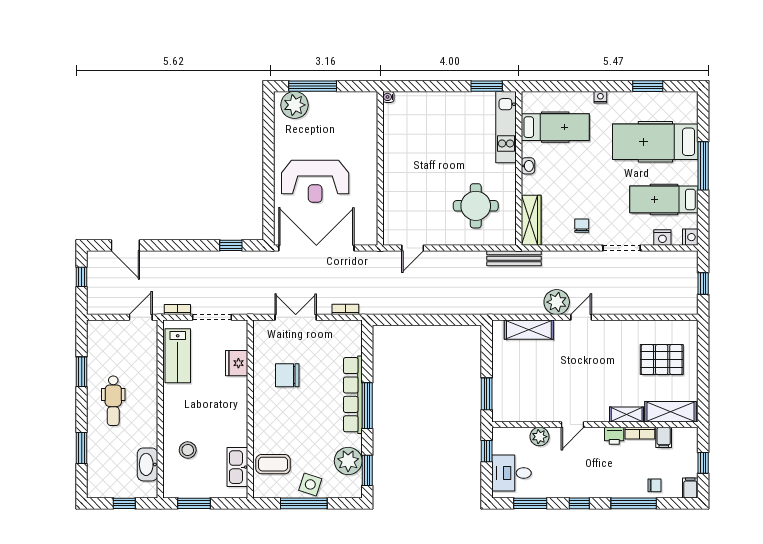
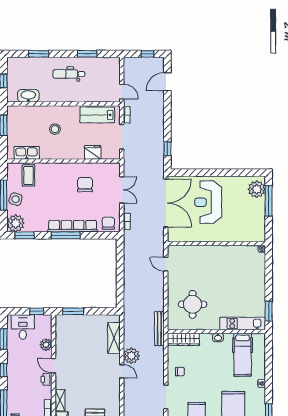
chair: (348, 338) -> (108, 223), added
printer: (614, 436) -> (46, 379), moved
stool: (188, 450) -> (55, 129), moved
plant: (348, 461) -> (16, 223), moved

